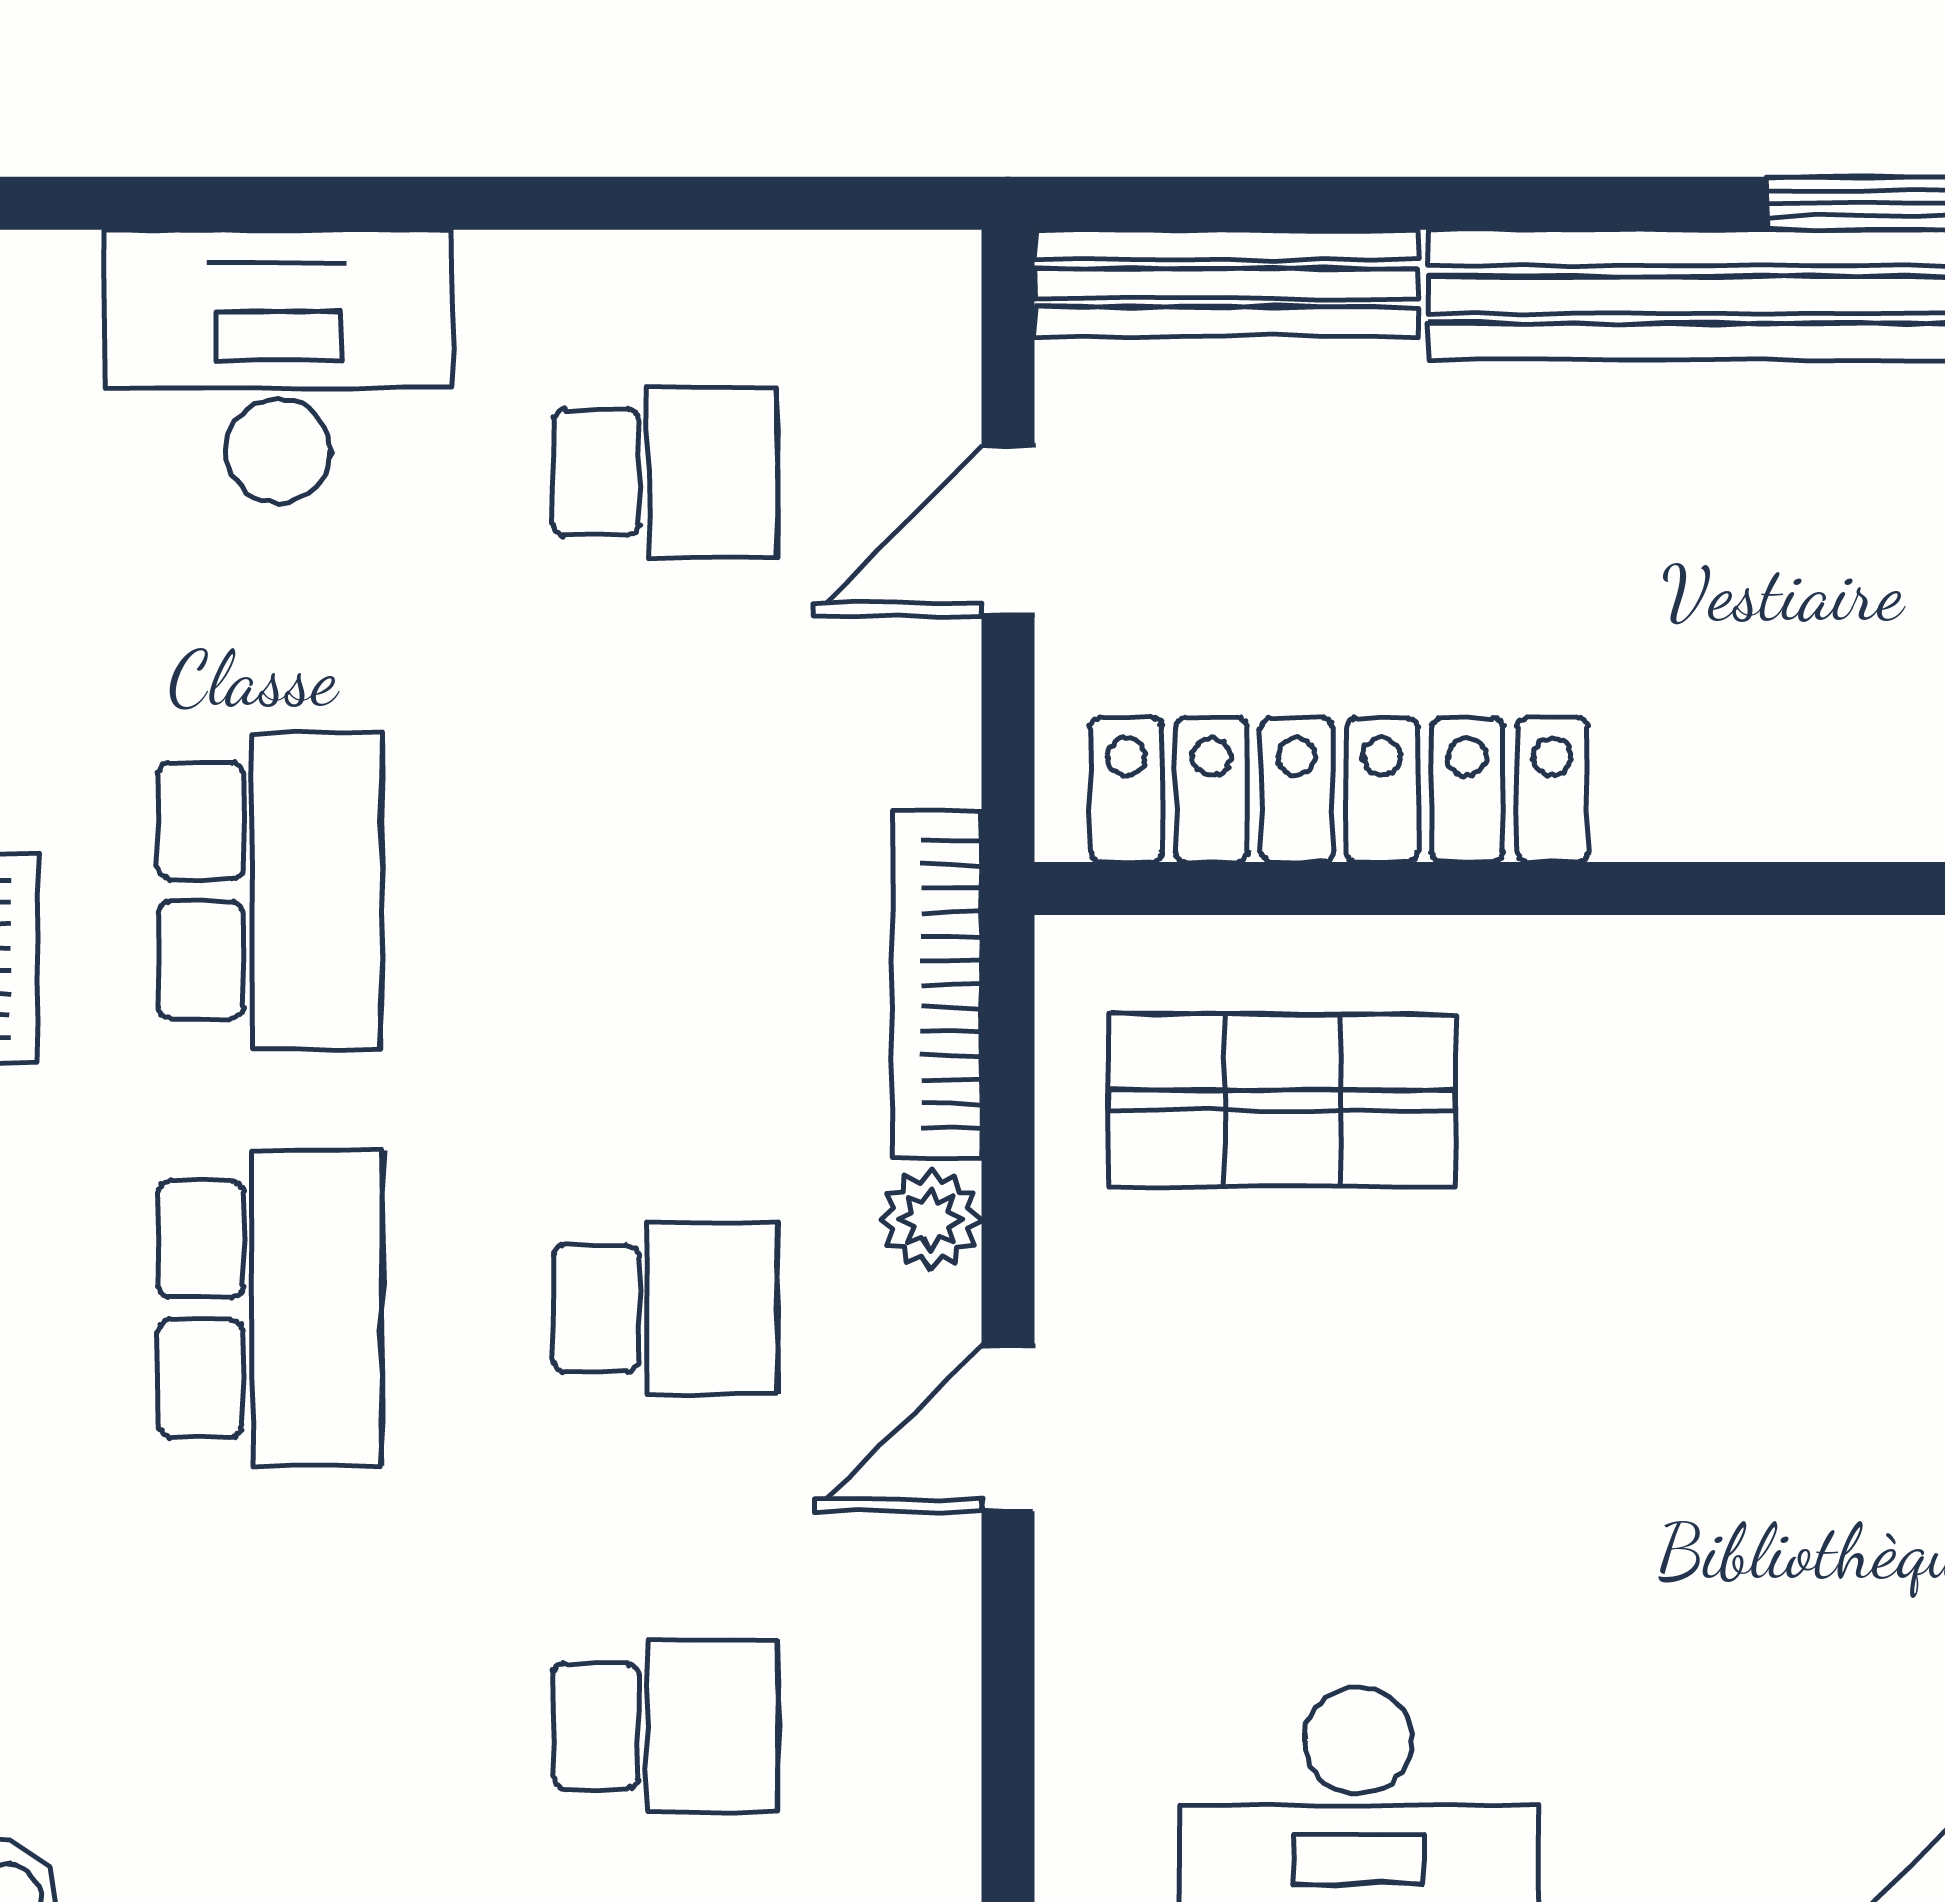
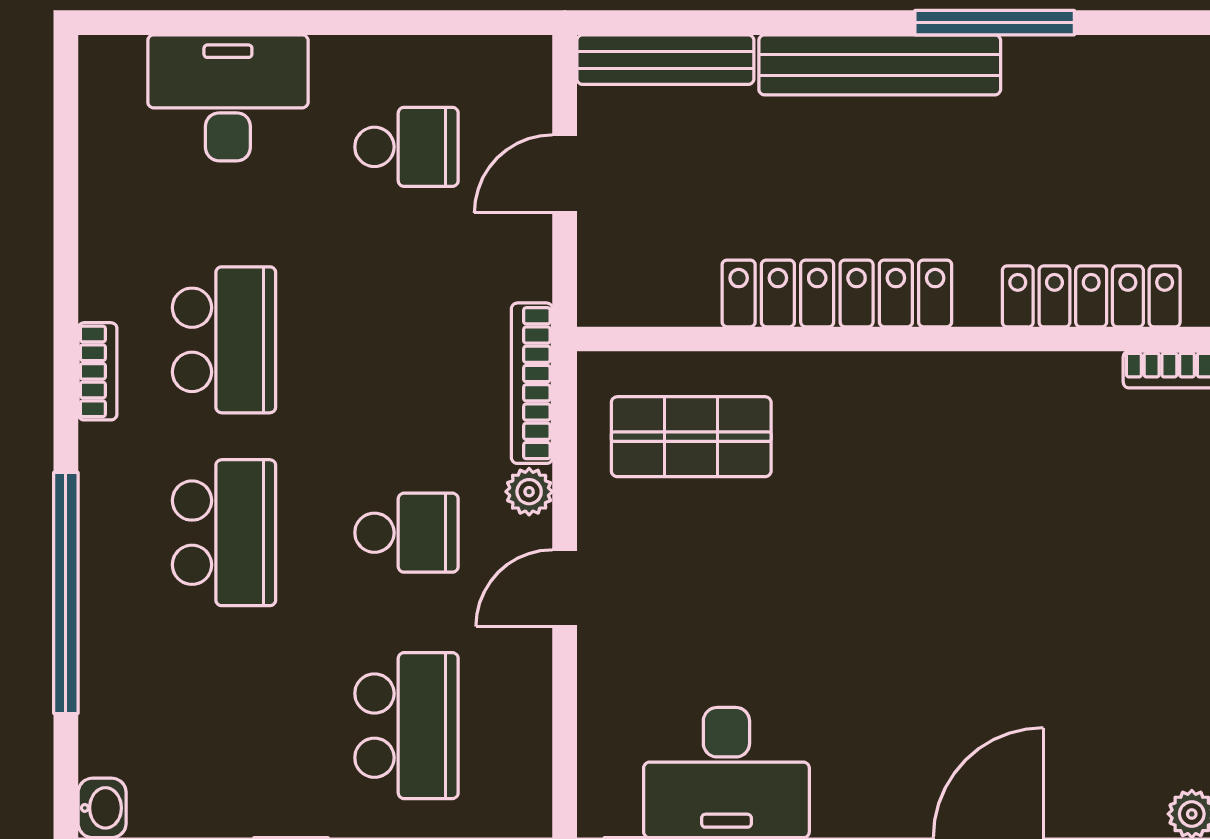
locker: (1339, 790) -> (837, 293), moved
school desk: (665, 1726) -> (406, 726), width x1.85

